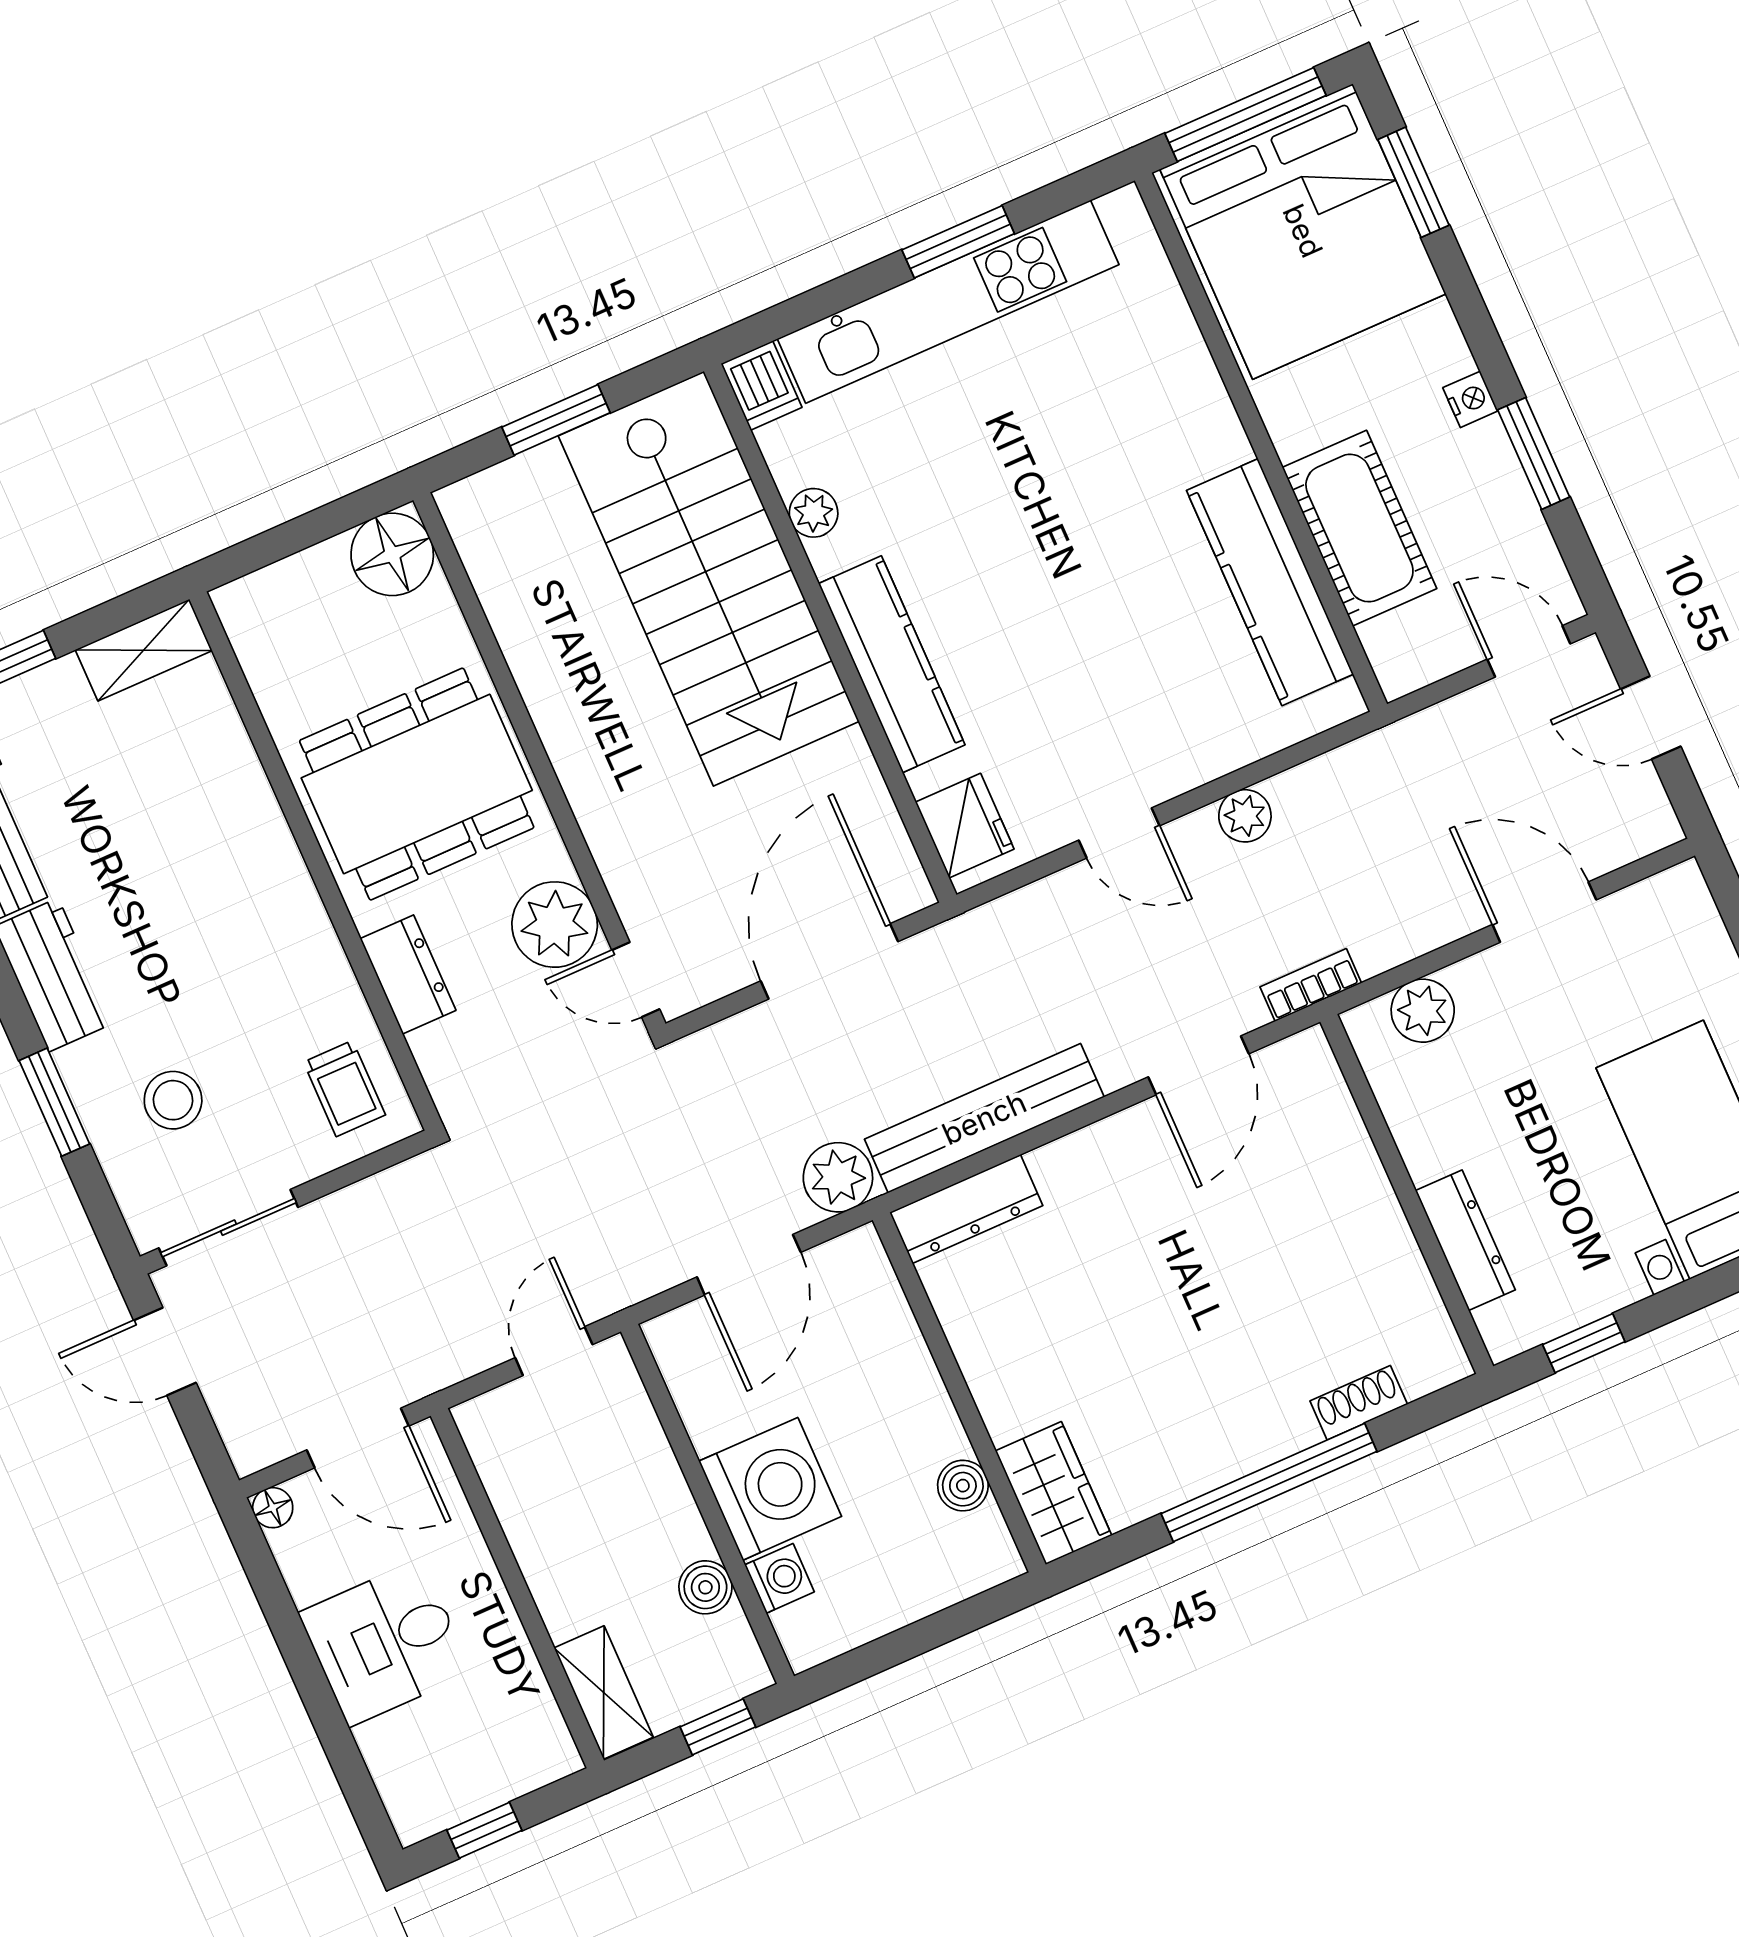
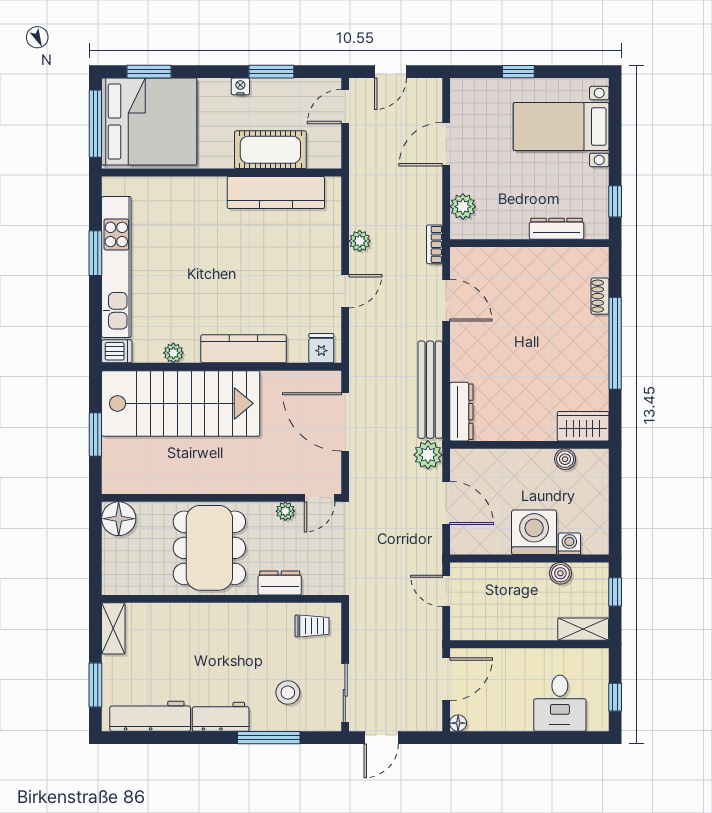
fridge: (965, 826) -> (321, 348), width x0.72
plant: (555, 925) -> (285, 511), width x0.53, depth x0.53
window: (54, 1102) -> (269, 738), width x1.44
desk: (385, 1643) -> (560, 703), moved

